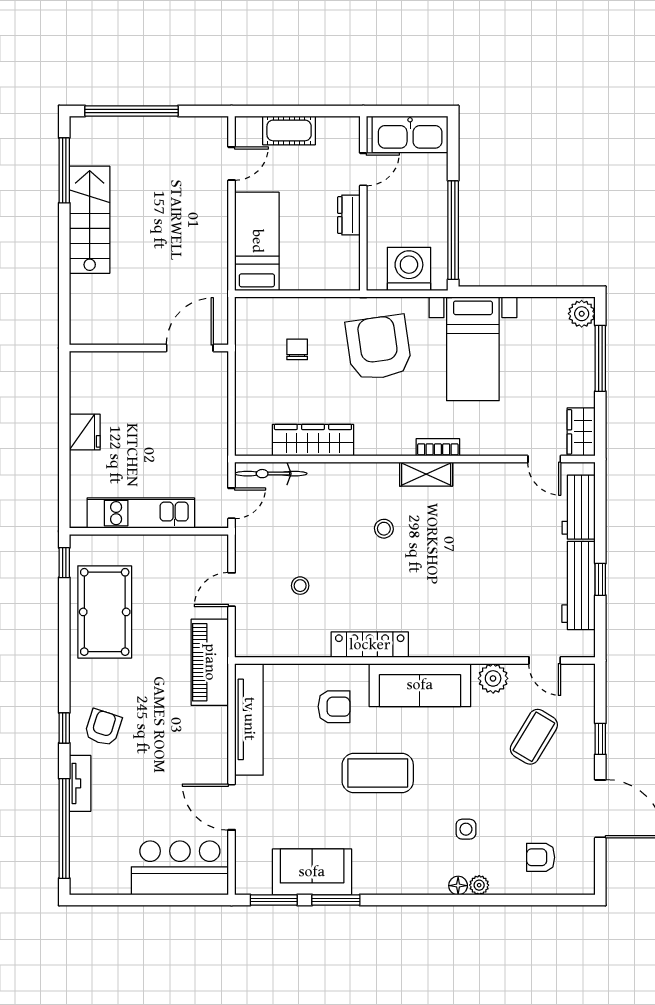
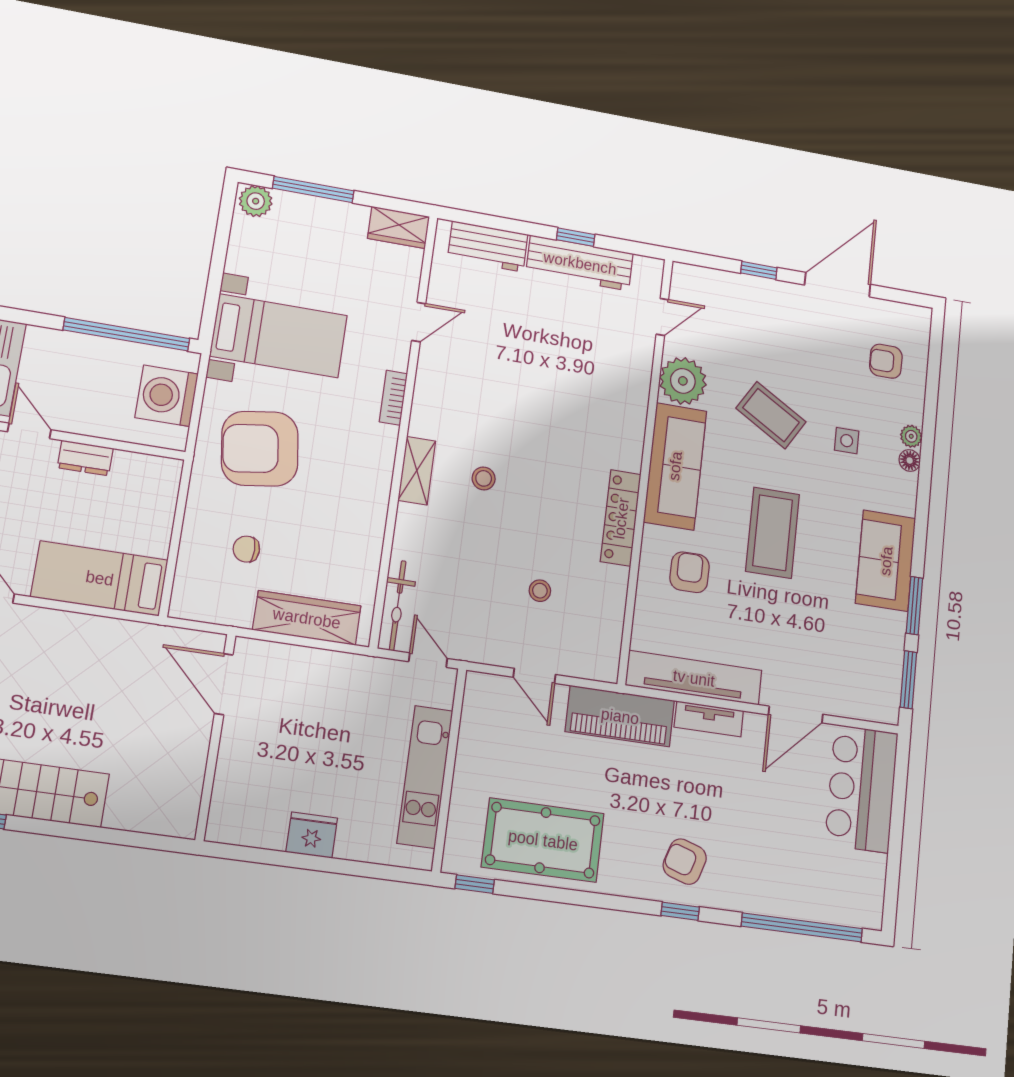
wardrobe: (313, 440) -> (307, 618), moved, turned 90
door: (544, 459) -> (419, 322), moved
shelving: (426, 474) -> (417, 471), moved
plant: (493, 678) -> (683, 381), width x1.36, depth x1.36
coffee table: (534, 737) -> (771, 415), moved
tv unit: (80, 783) -> (709, 719), moved, turned 180
armchair: (541, 857) -> (886, 361), turned 90
sofa: (312, 872) -> (886, 561), moved

